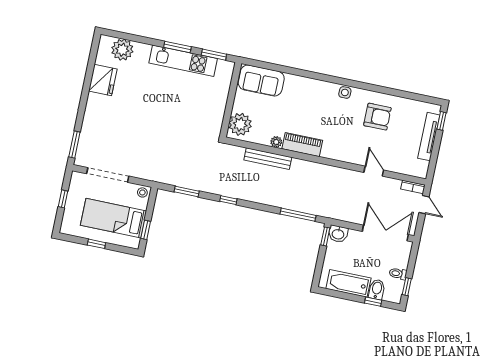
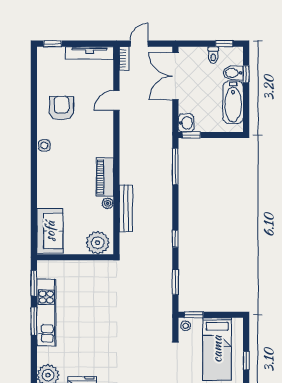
tv unit: (429, 137) -> (90, 53), moved
window: (146, 230) -> (194, 315), moved

